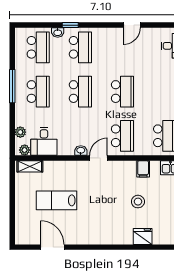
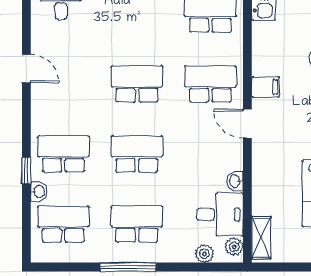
washbasin: (81, 151) -> (235, 181), moved
filing cabinet: (143, 169) -> (265, 87), moved

